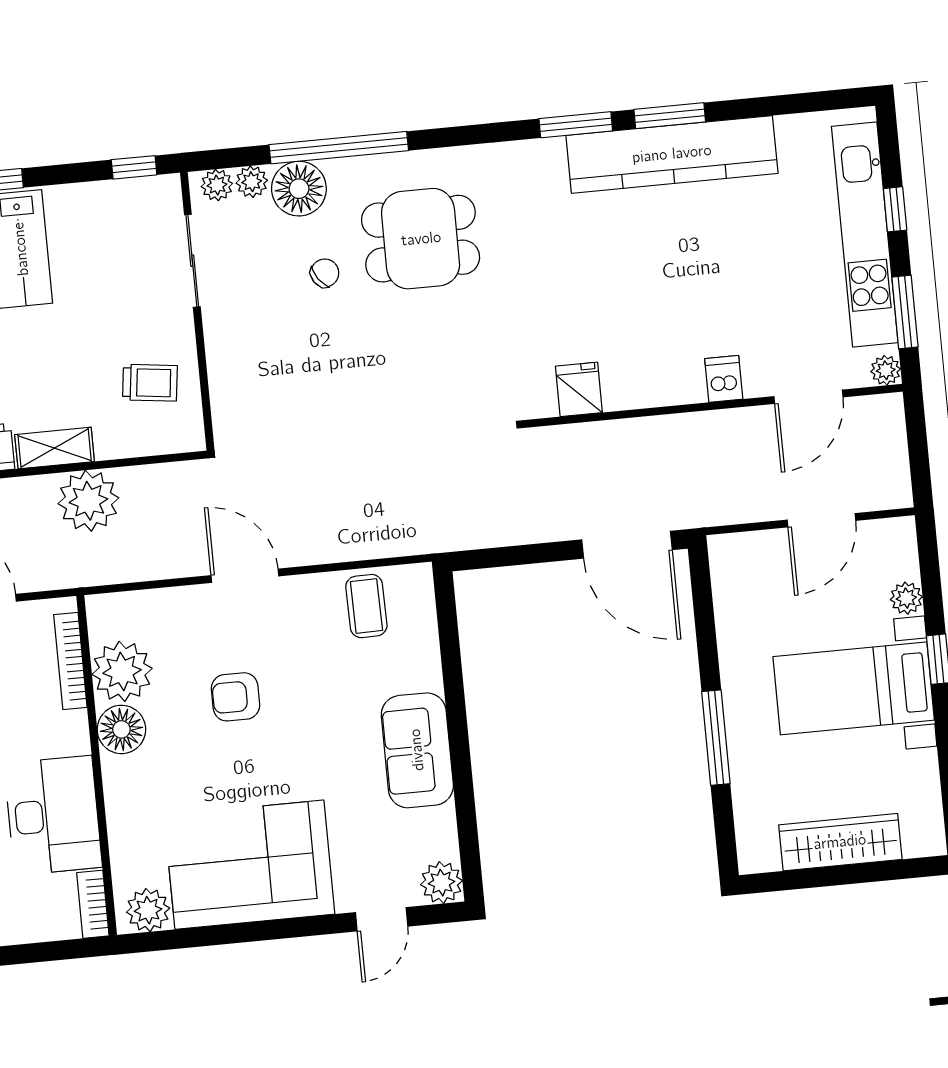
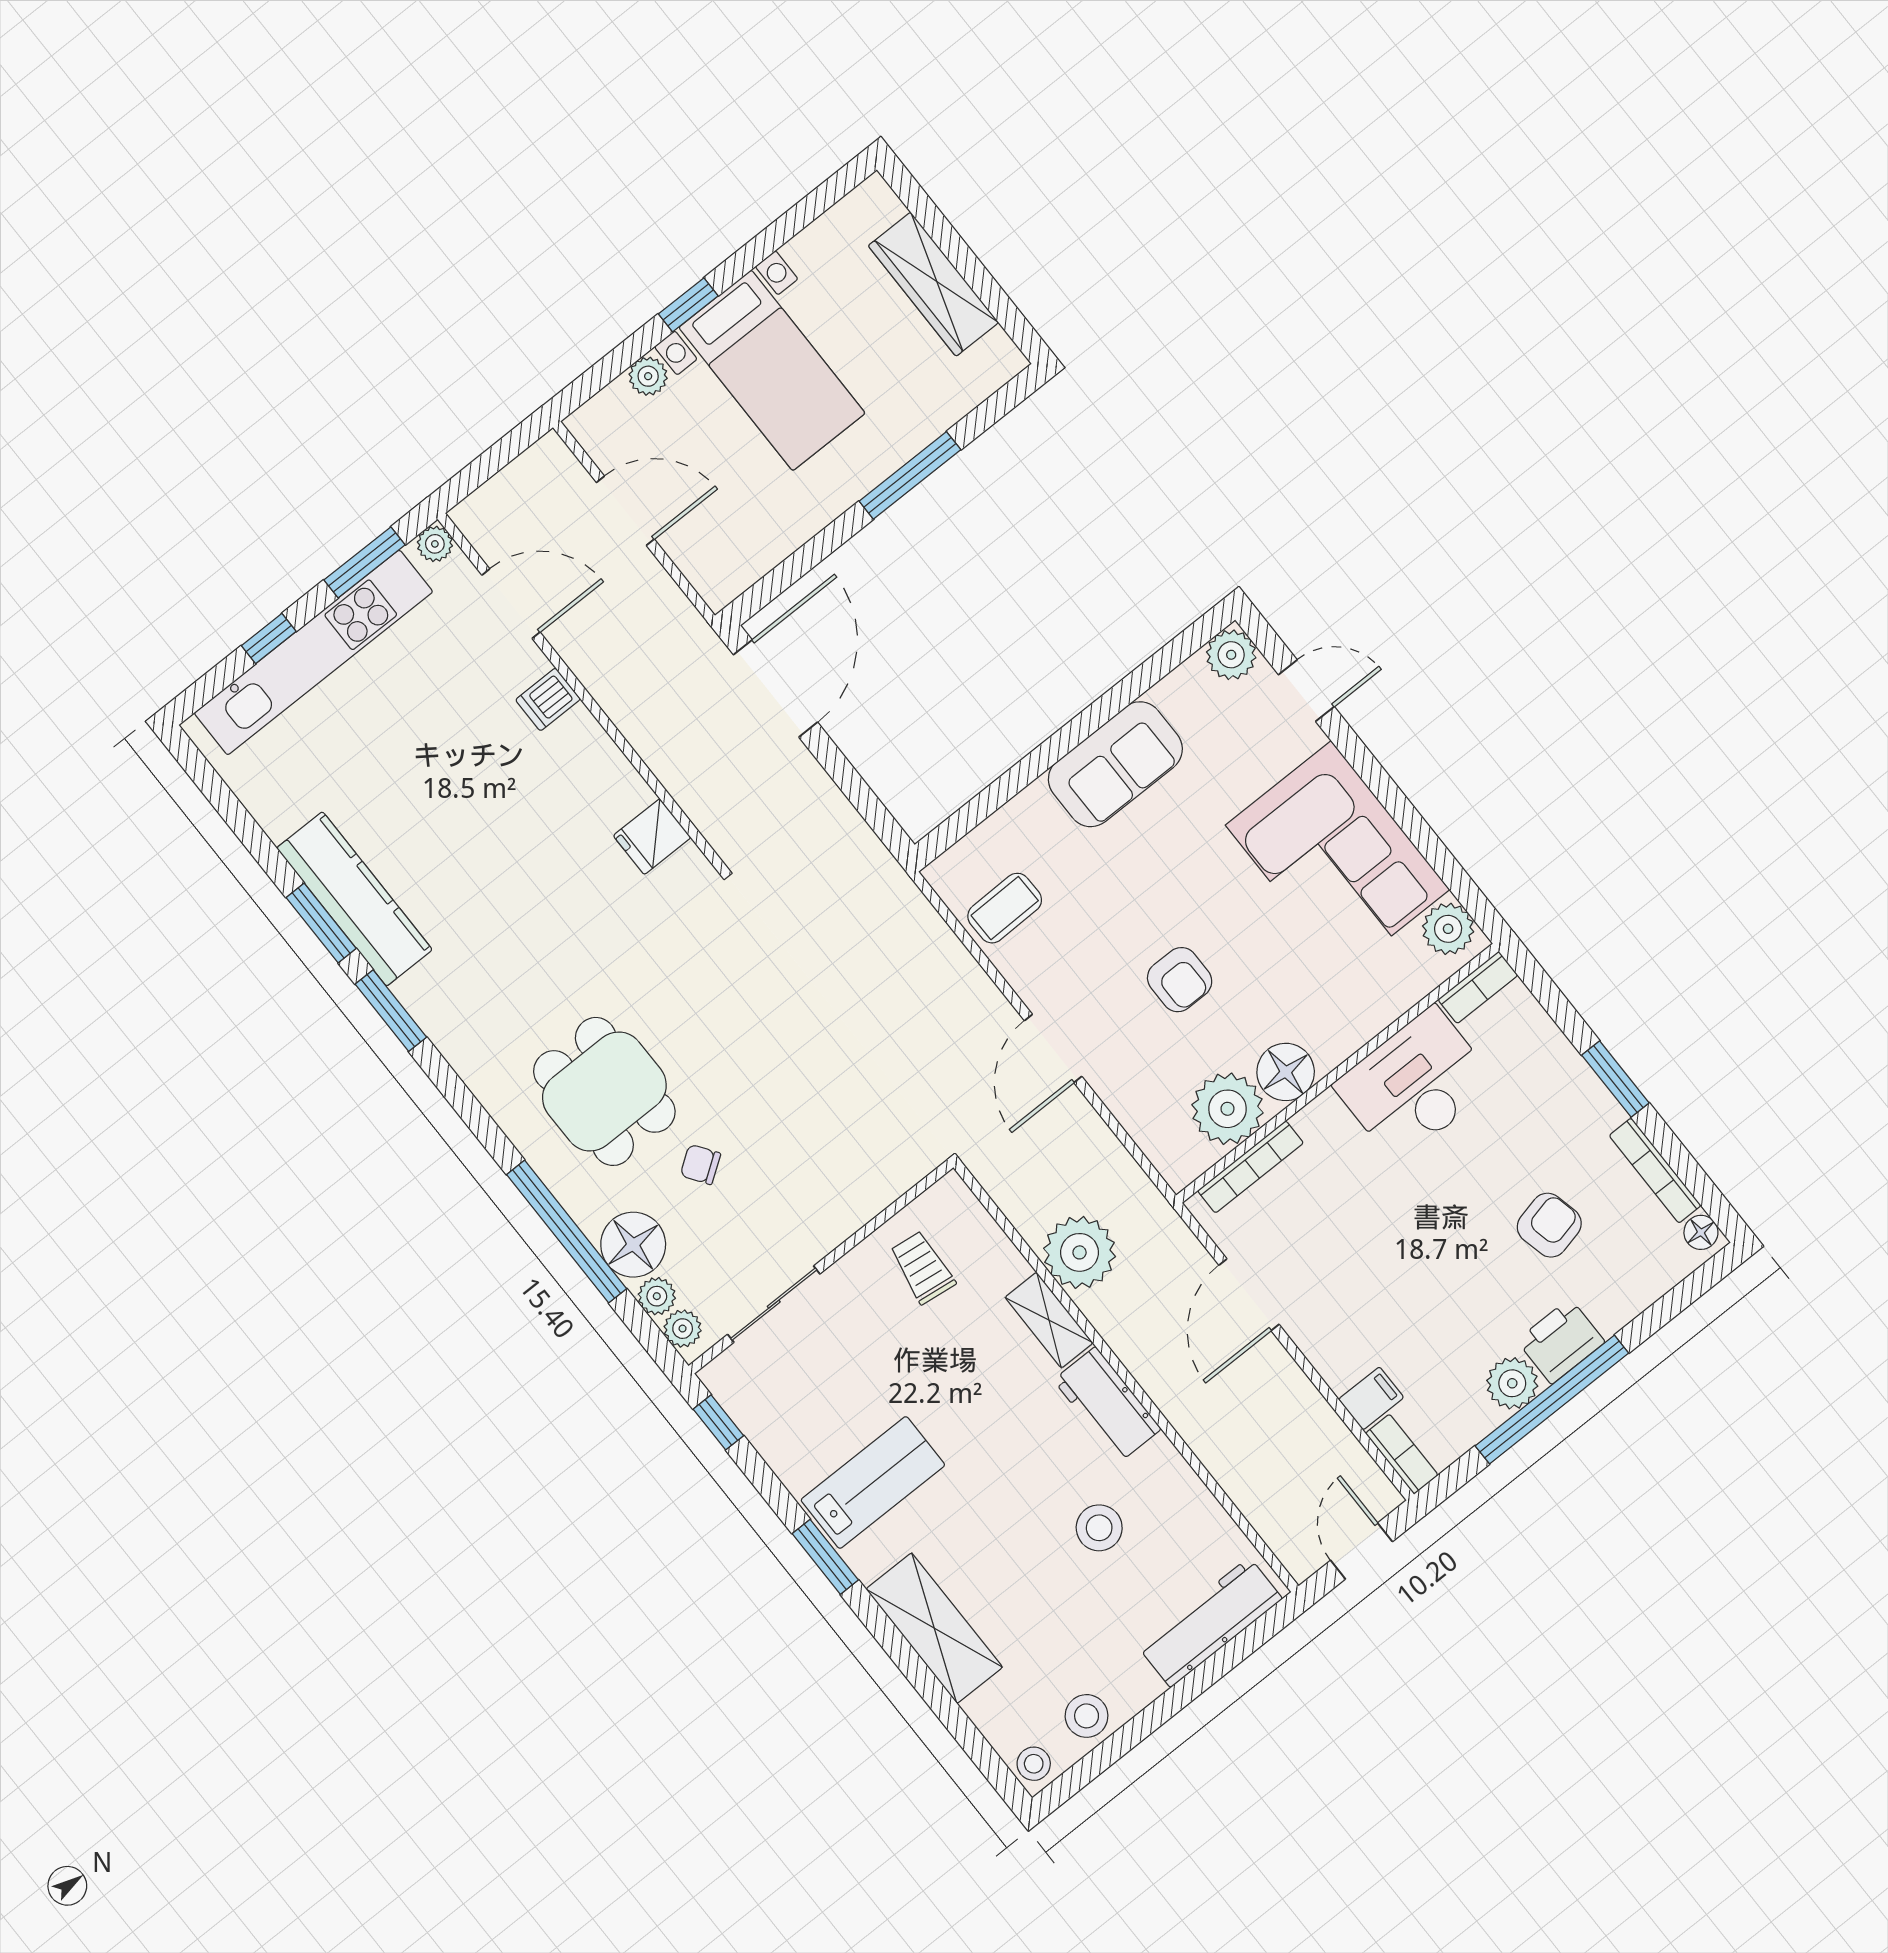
kitchen counter: (672, 154) -> (354, 899), width x0.72, depth x0.86

